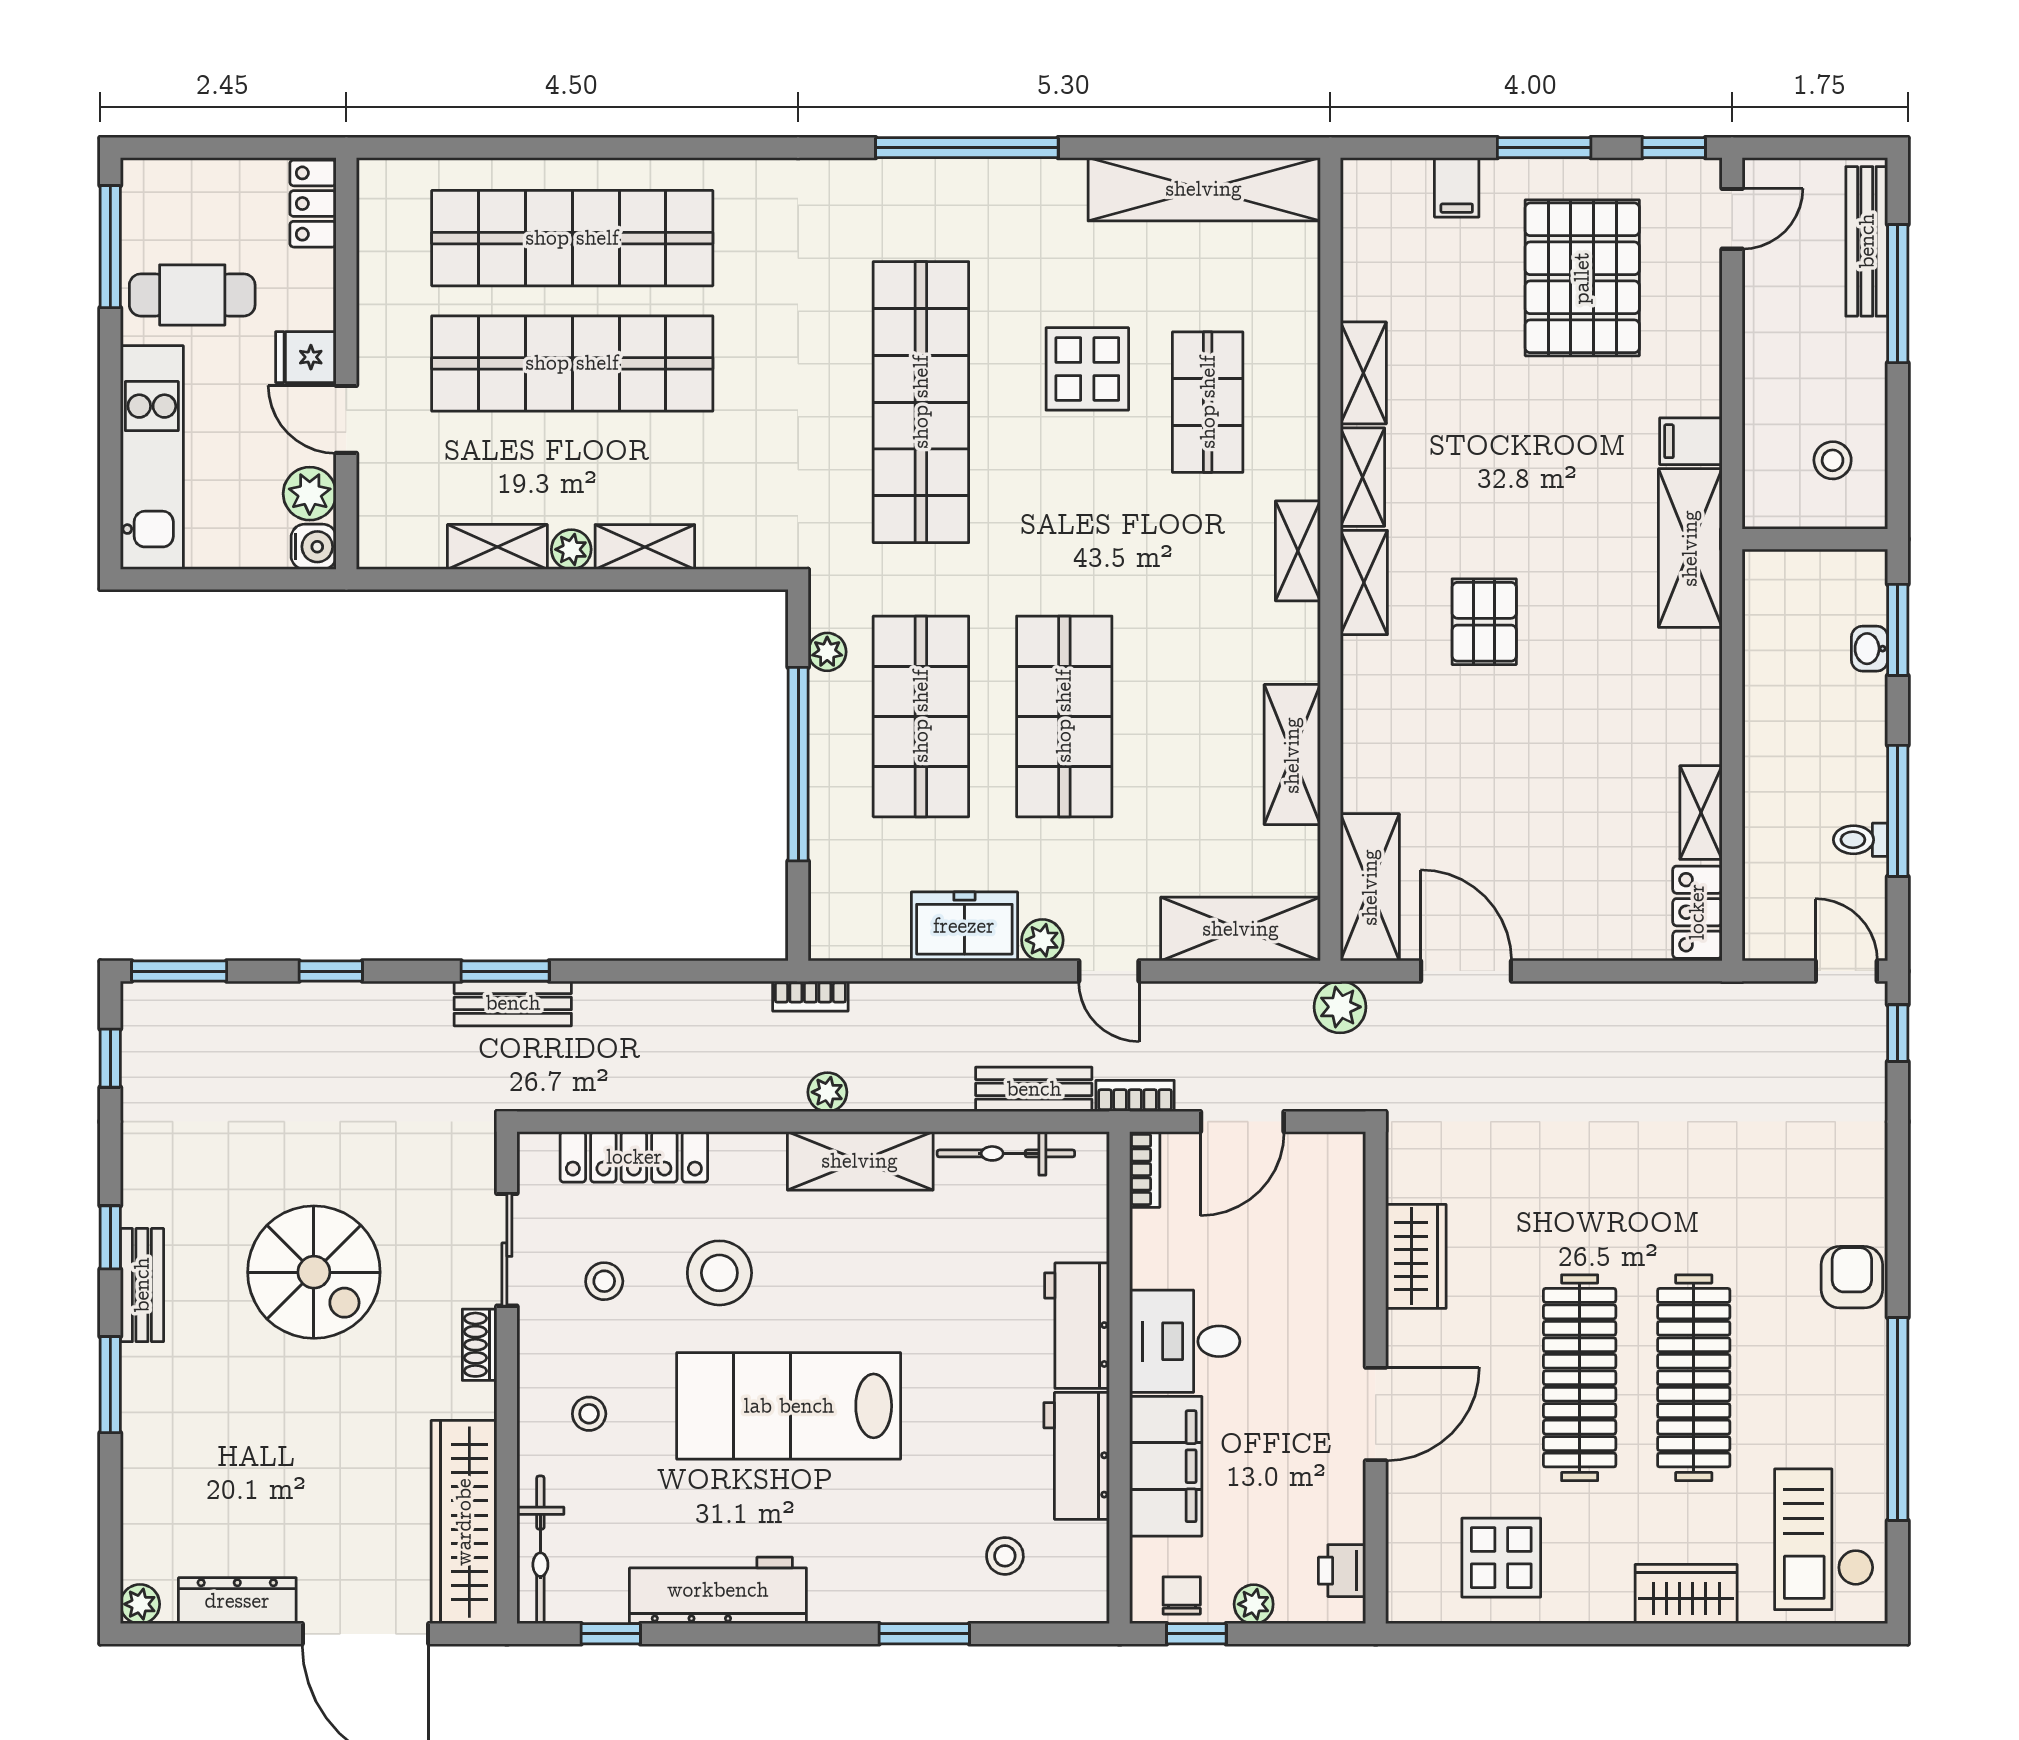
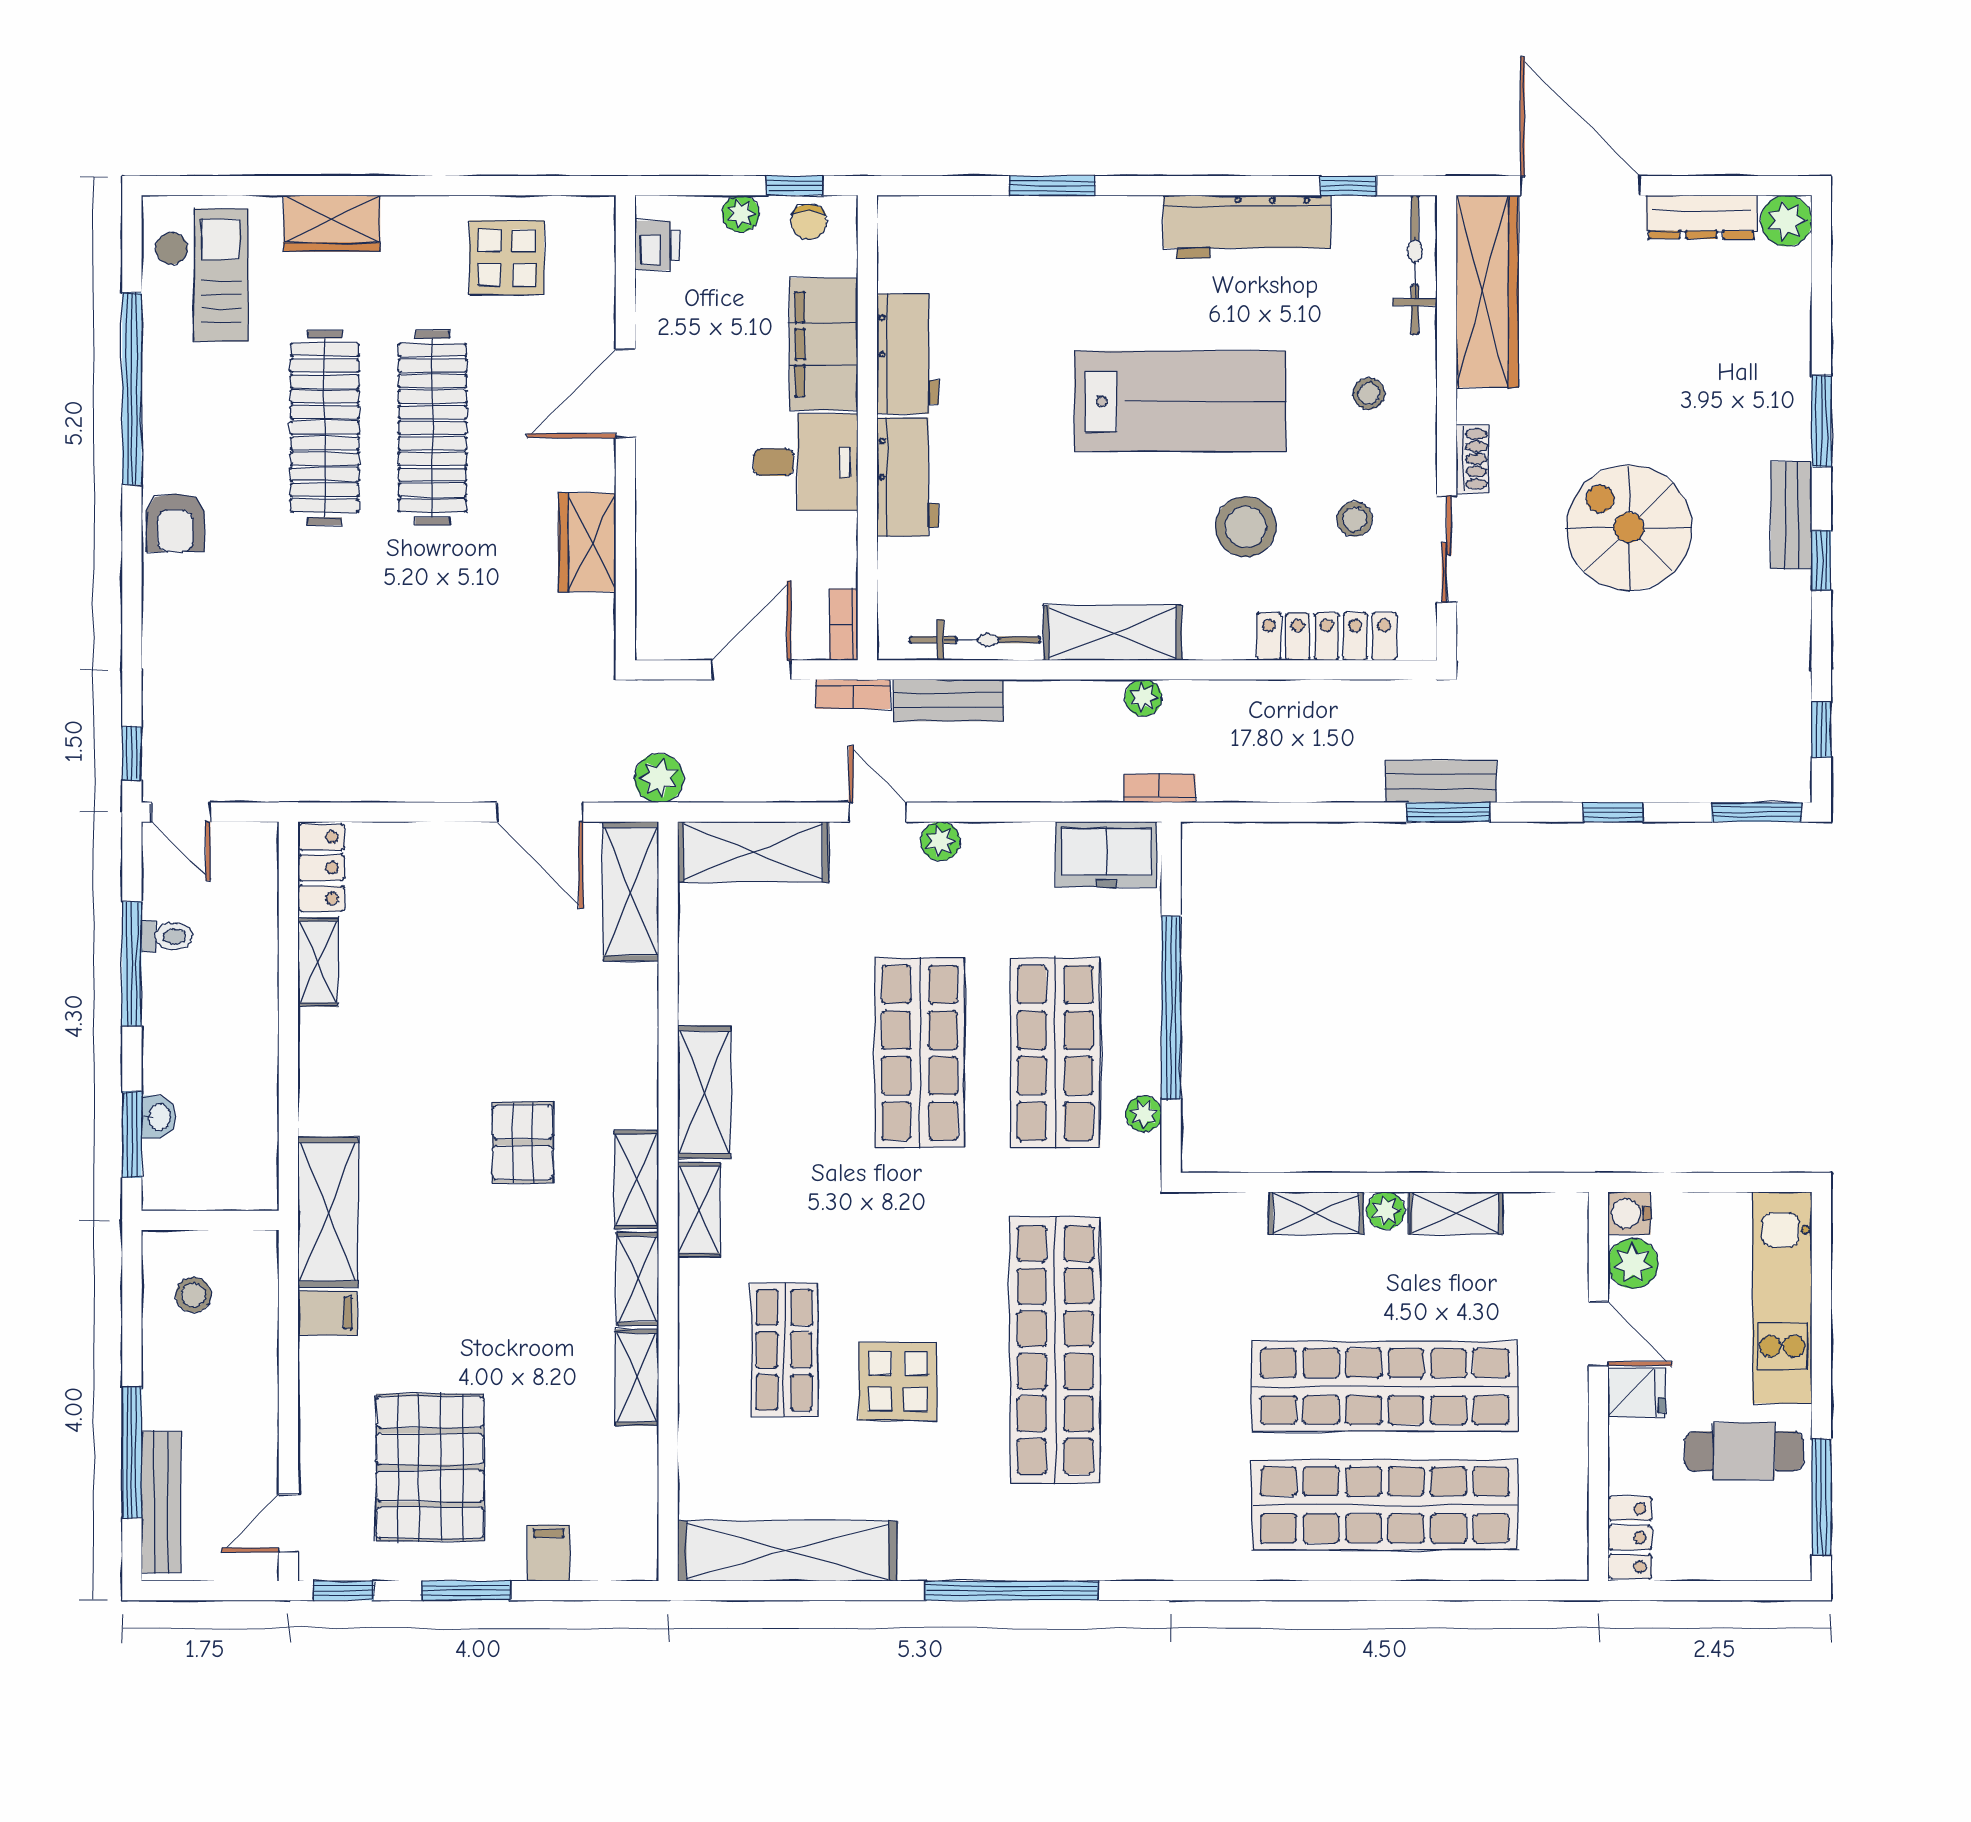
shelving: (1292, 755) -> (704, 1092), moved
freezer: (964, 926) -> (1106, 854), moved
stool: (1005, 1556) -> (976, 259), removed
plant: (140, 1604) -> (1786, 221), width x1.38, depth x1.38

